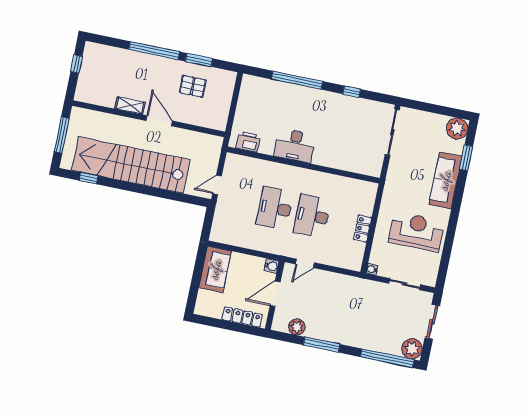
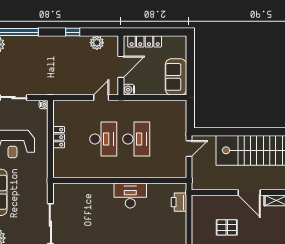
printer: (248, 142) -> (179, 202), moved, turned 90
window: (322, 345) -> (73, 32), width x0.46

